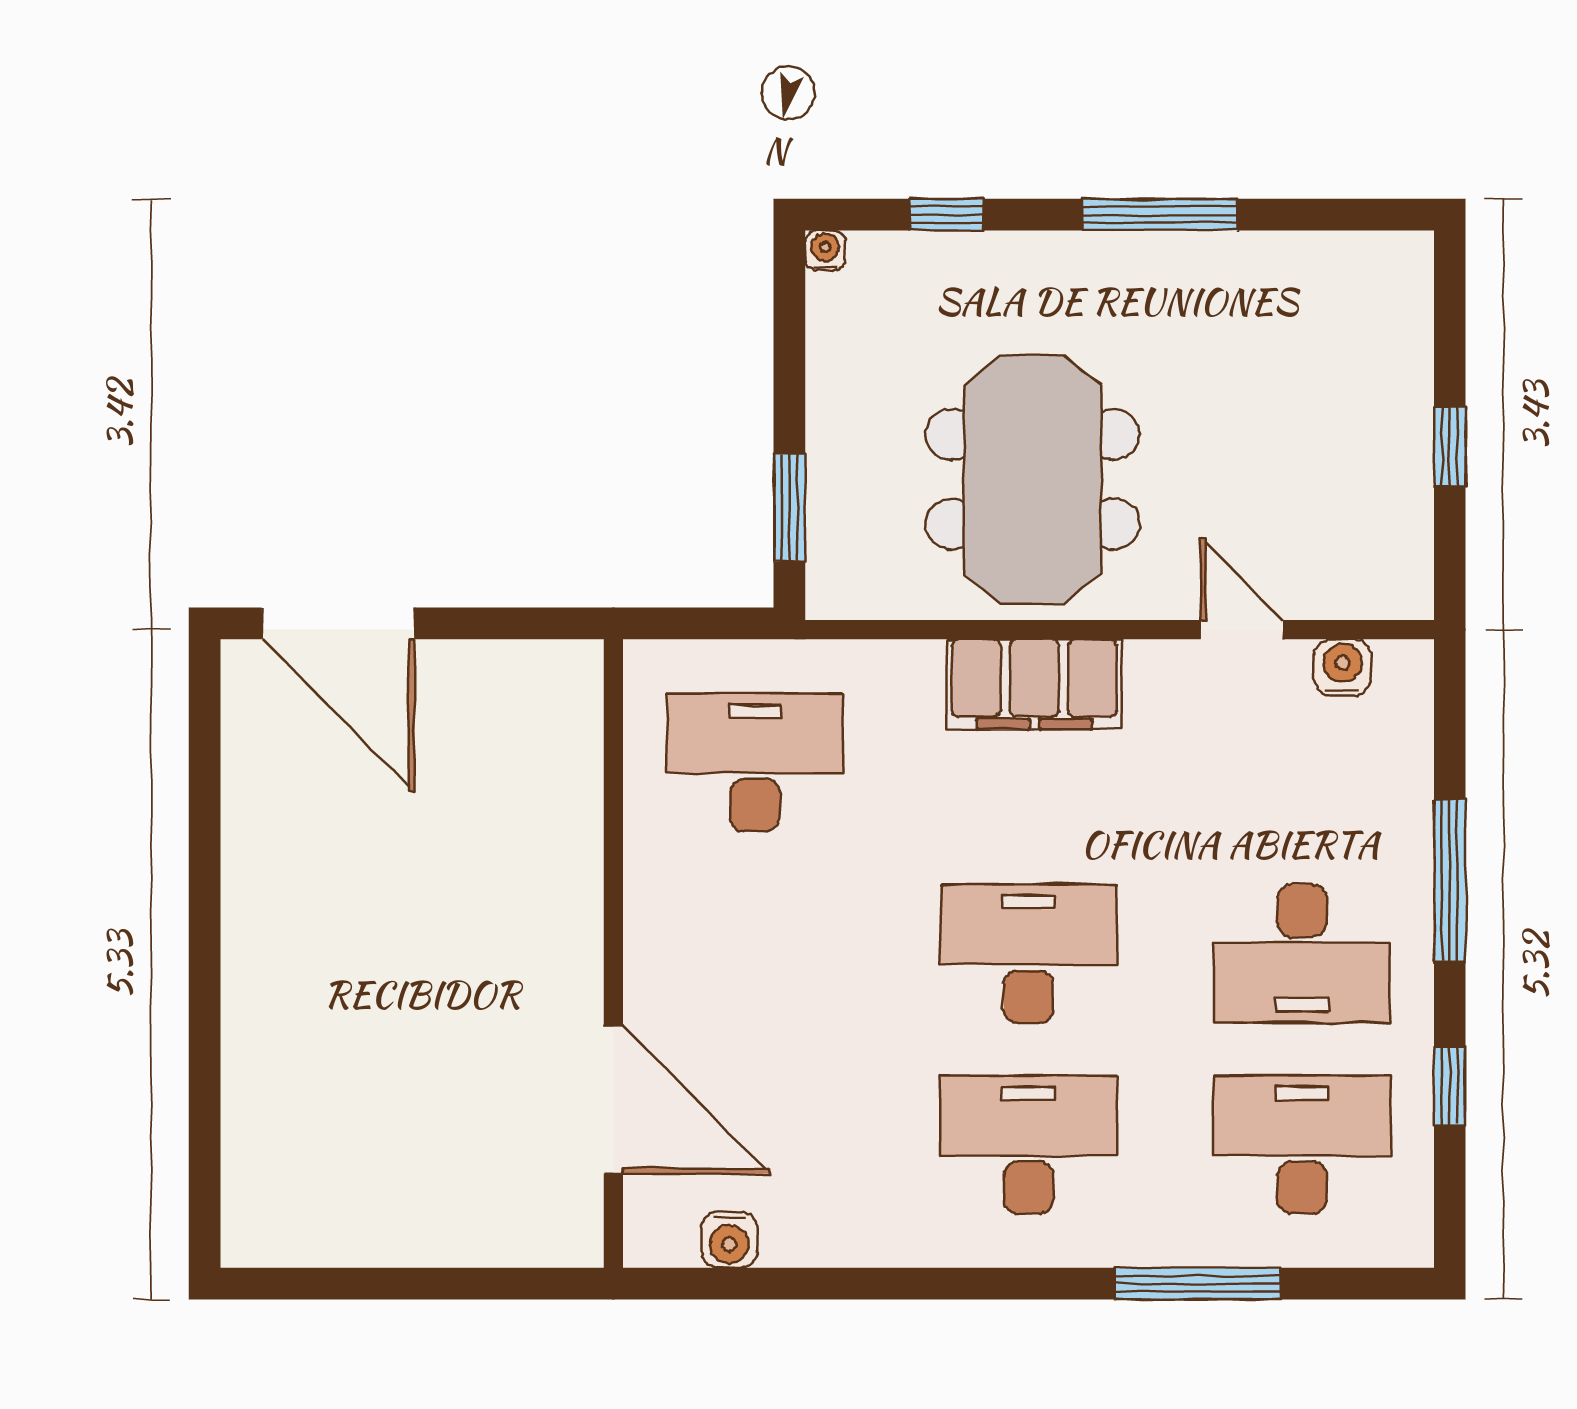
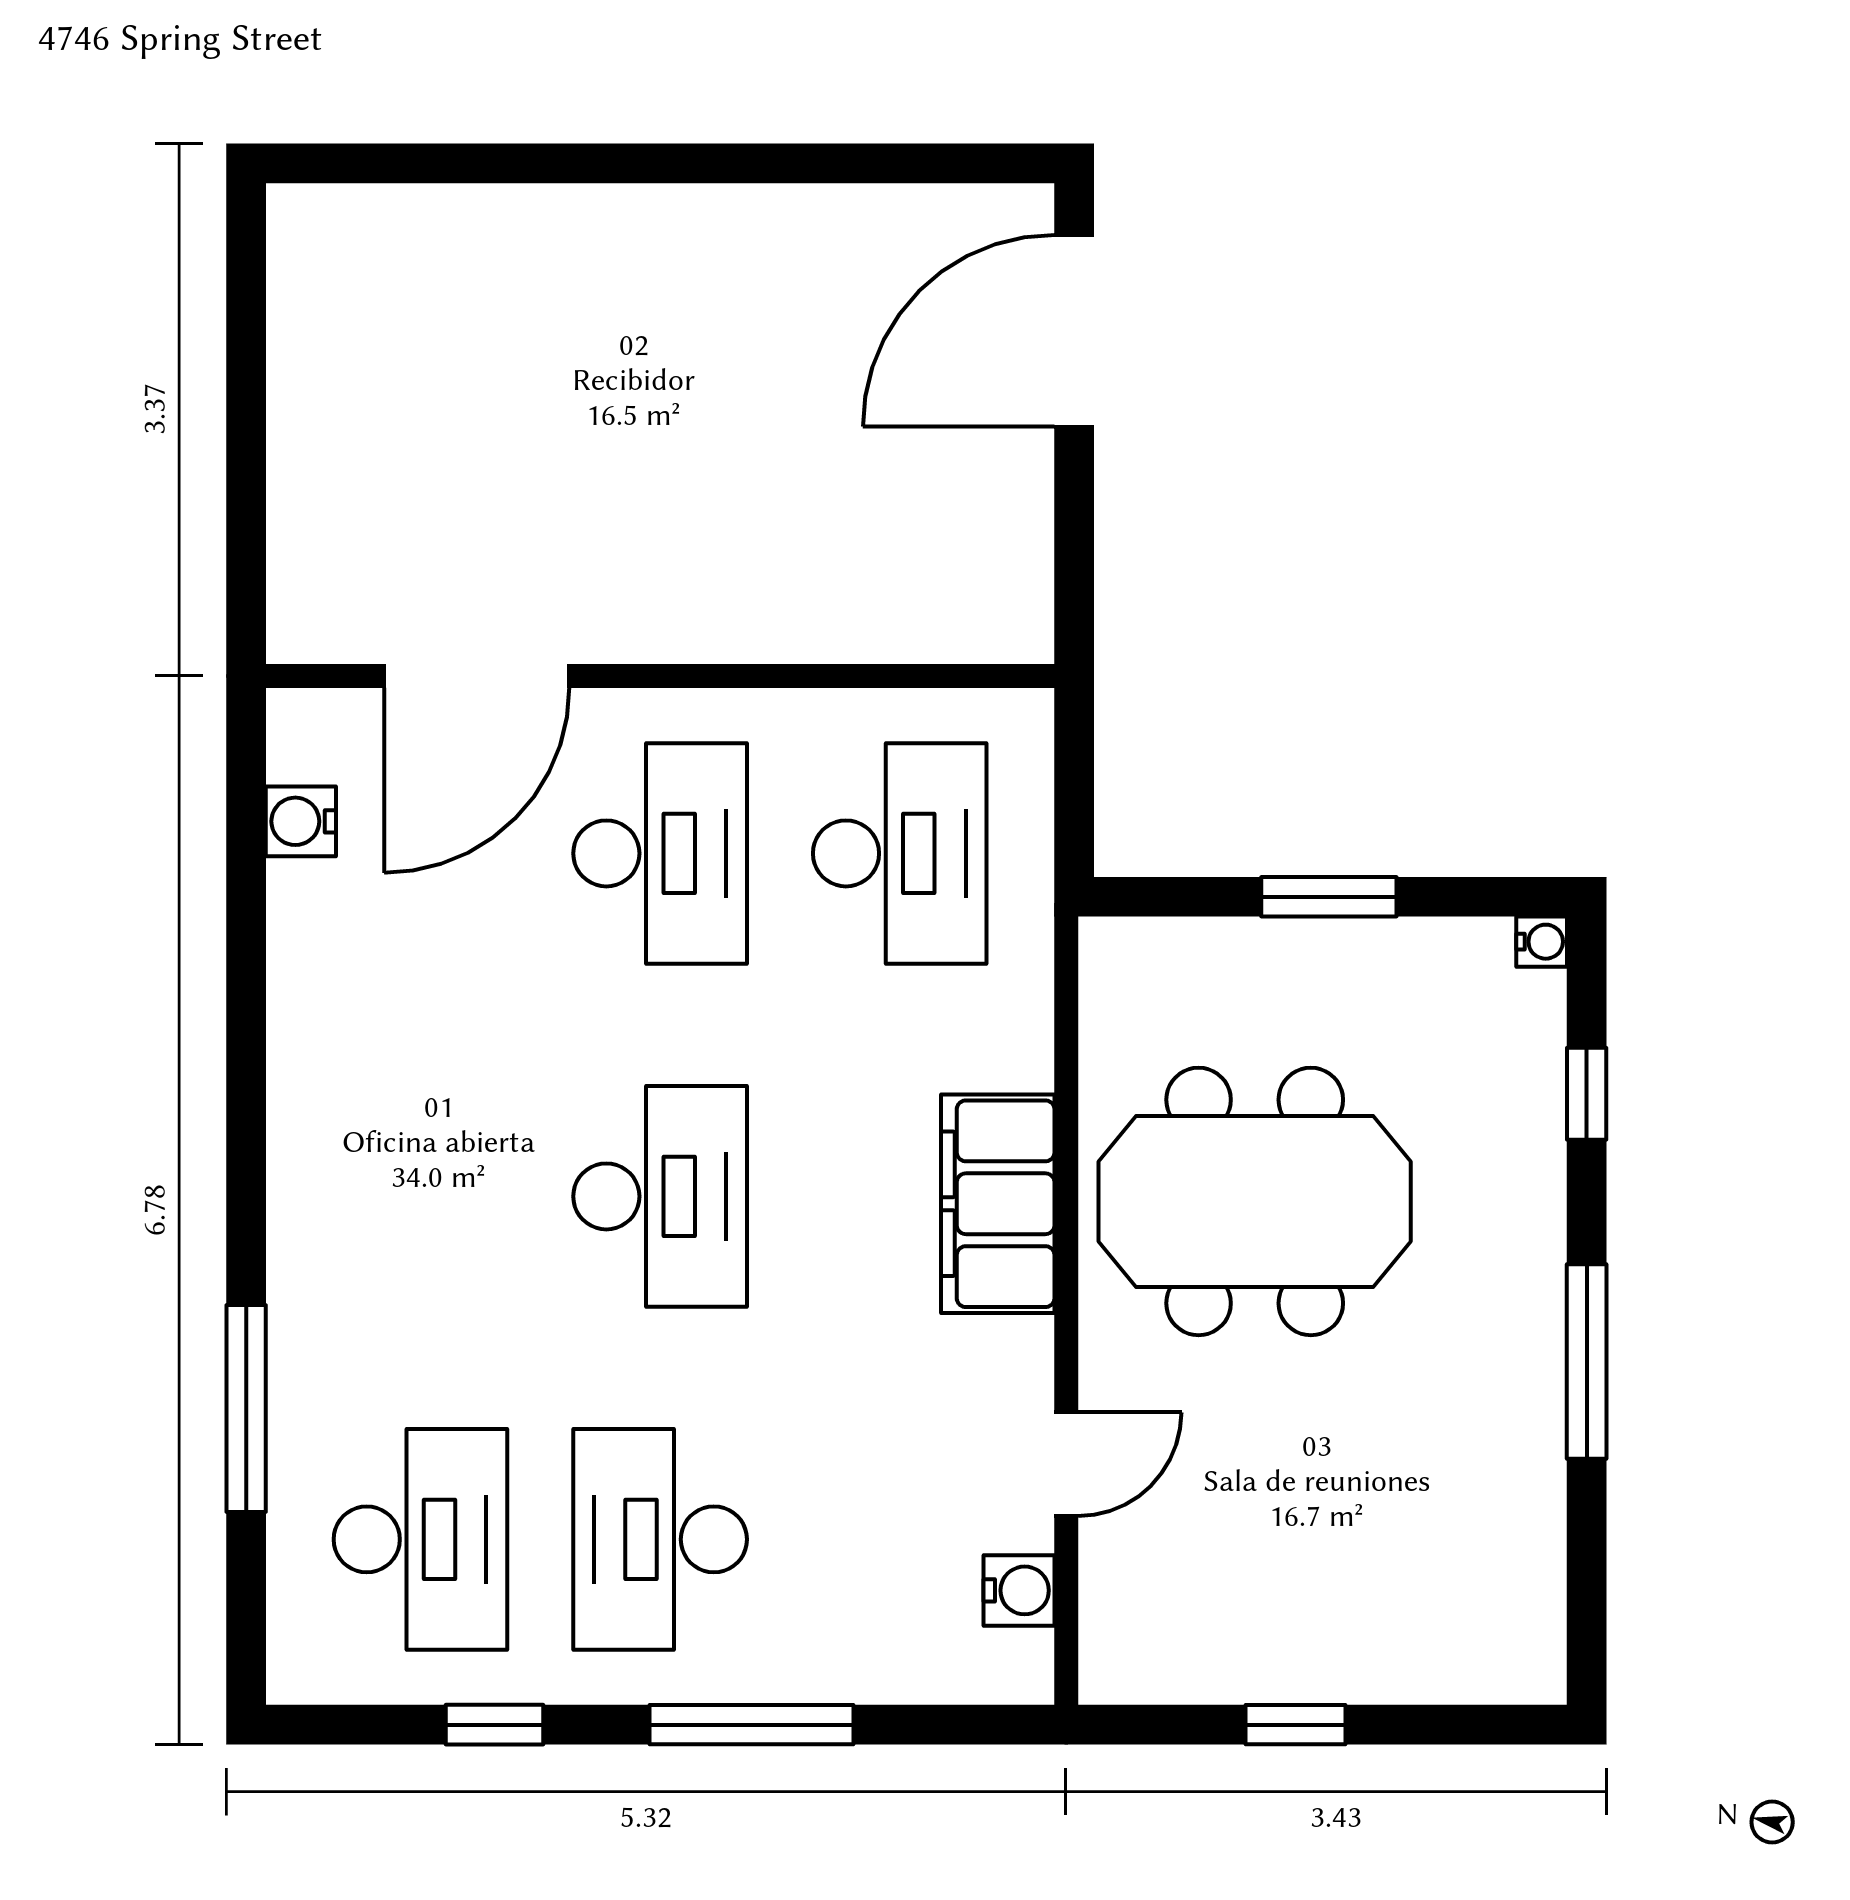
window: (789, 507) -> (1329, 897), moved
desk: (1028, 1145) -> (660, 853), moved

